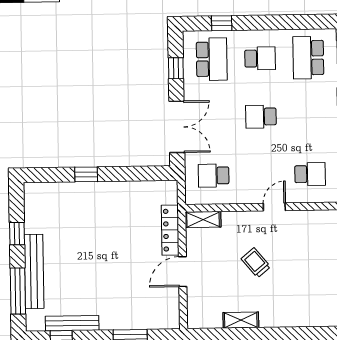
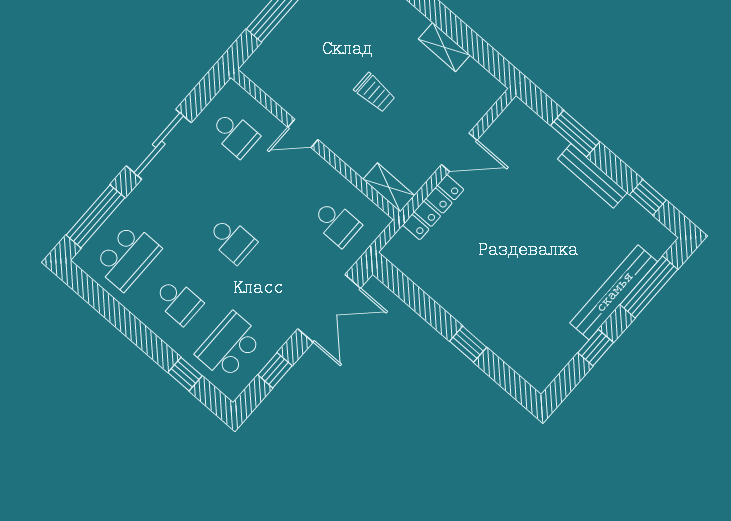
school desk: (260, 58) -> (178, 301), turned 180
double door: (177, 127) -> (329, 308), swing flipped
school desk: (310, 174) -> (235, 134), turned 180
trolley: (256, 263) -> (375, 93), turned -50
bench: (72, 323) -> (592, 176), moved

